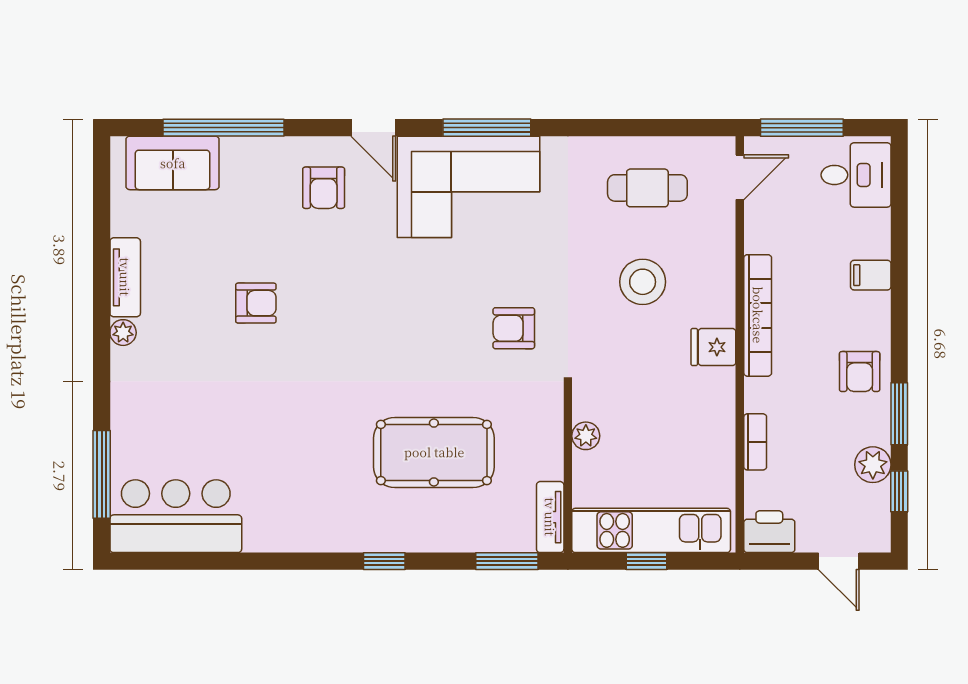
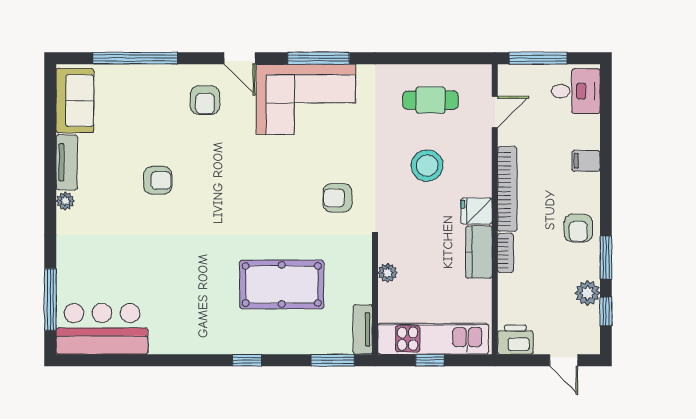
sofa: (173, 163) -> (75, 101), moved, turned -90
door: (740, 177) -> (495, 112), moved
kitchen counter: (717, 406) -> (479, 252), added
bookcase: (755, 442) -> (505, 253), moved

